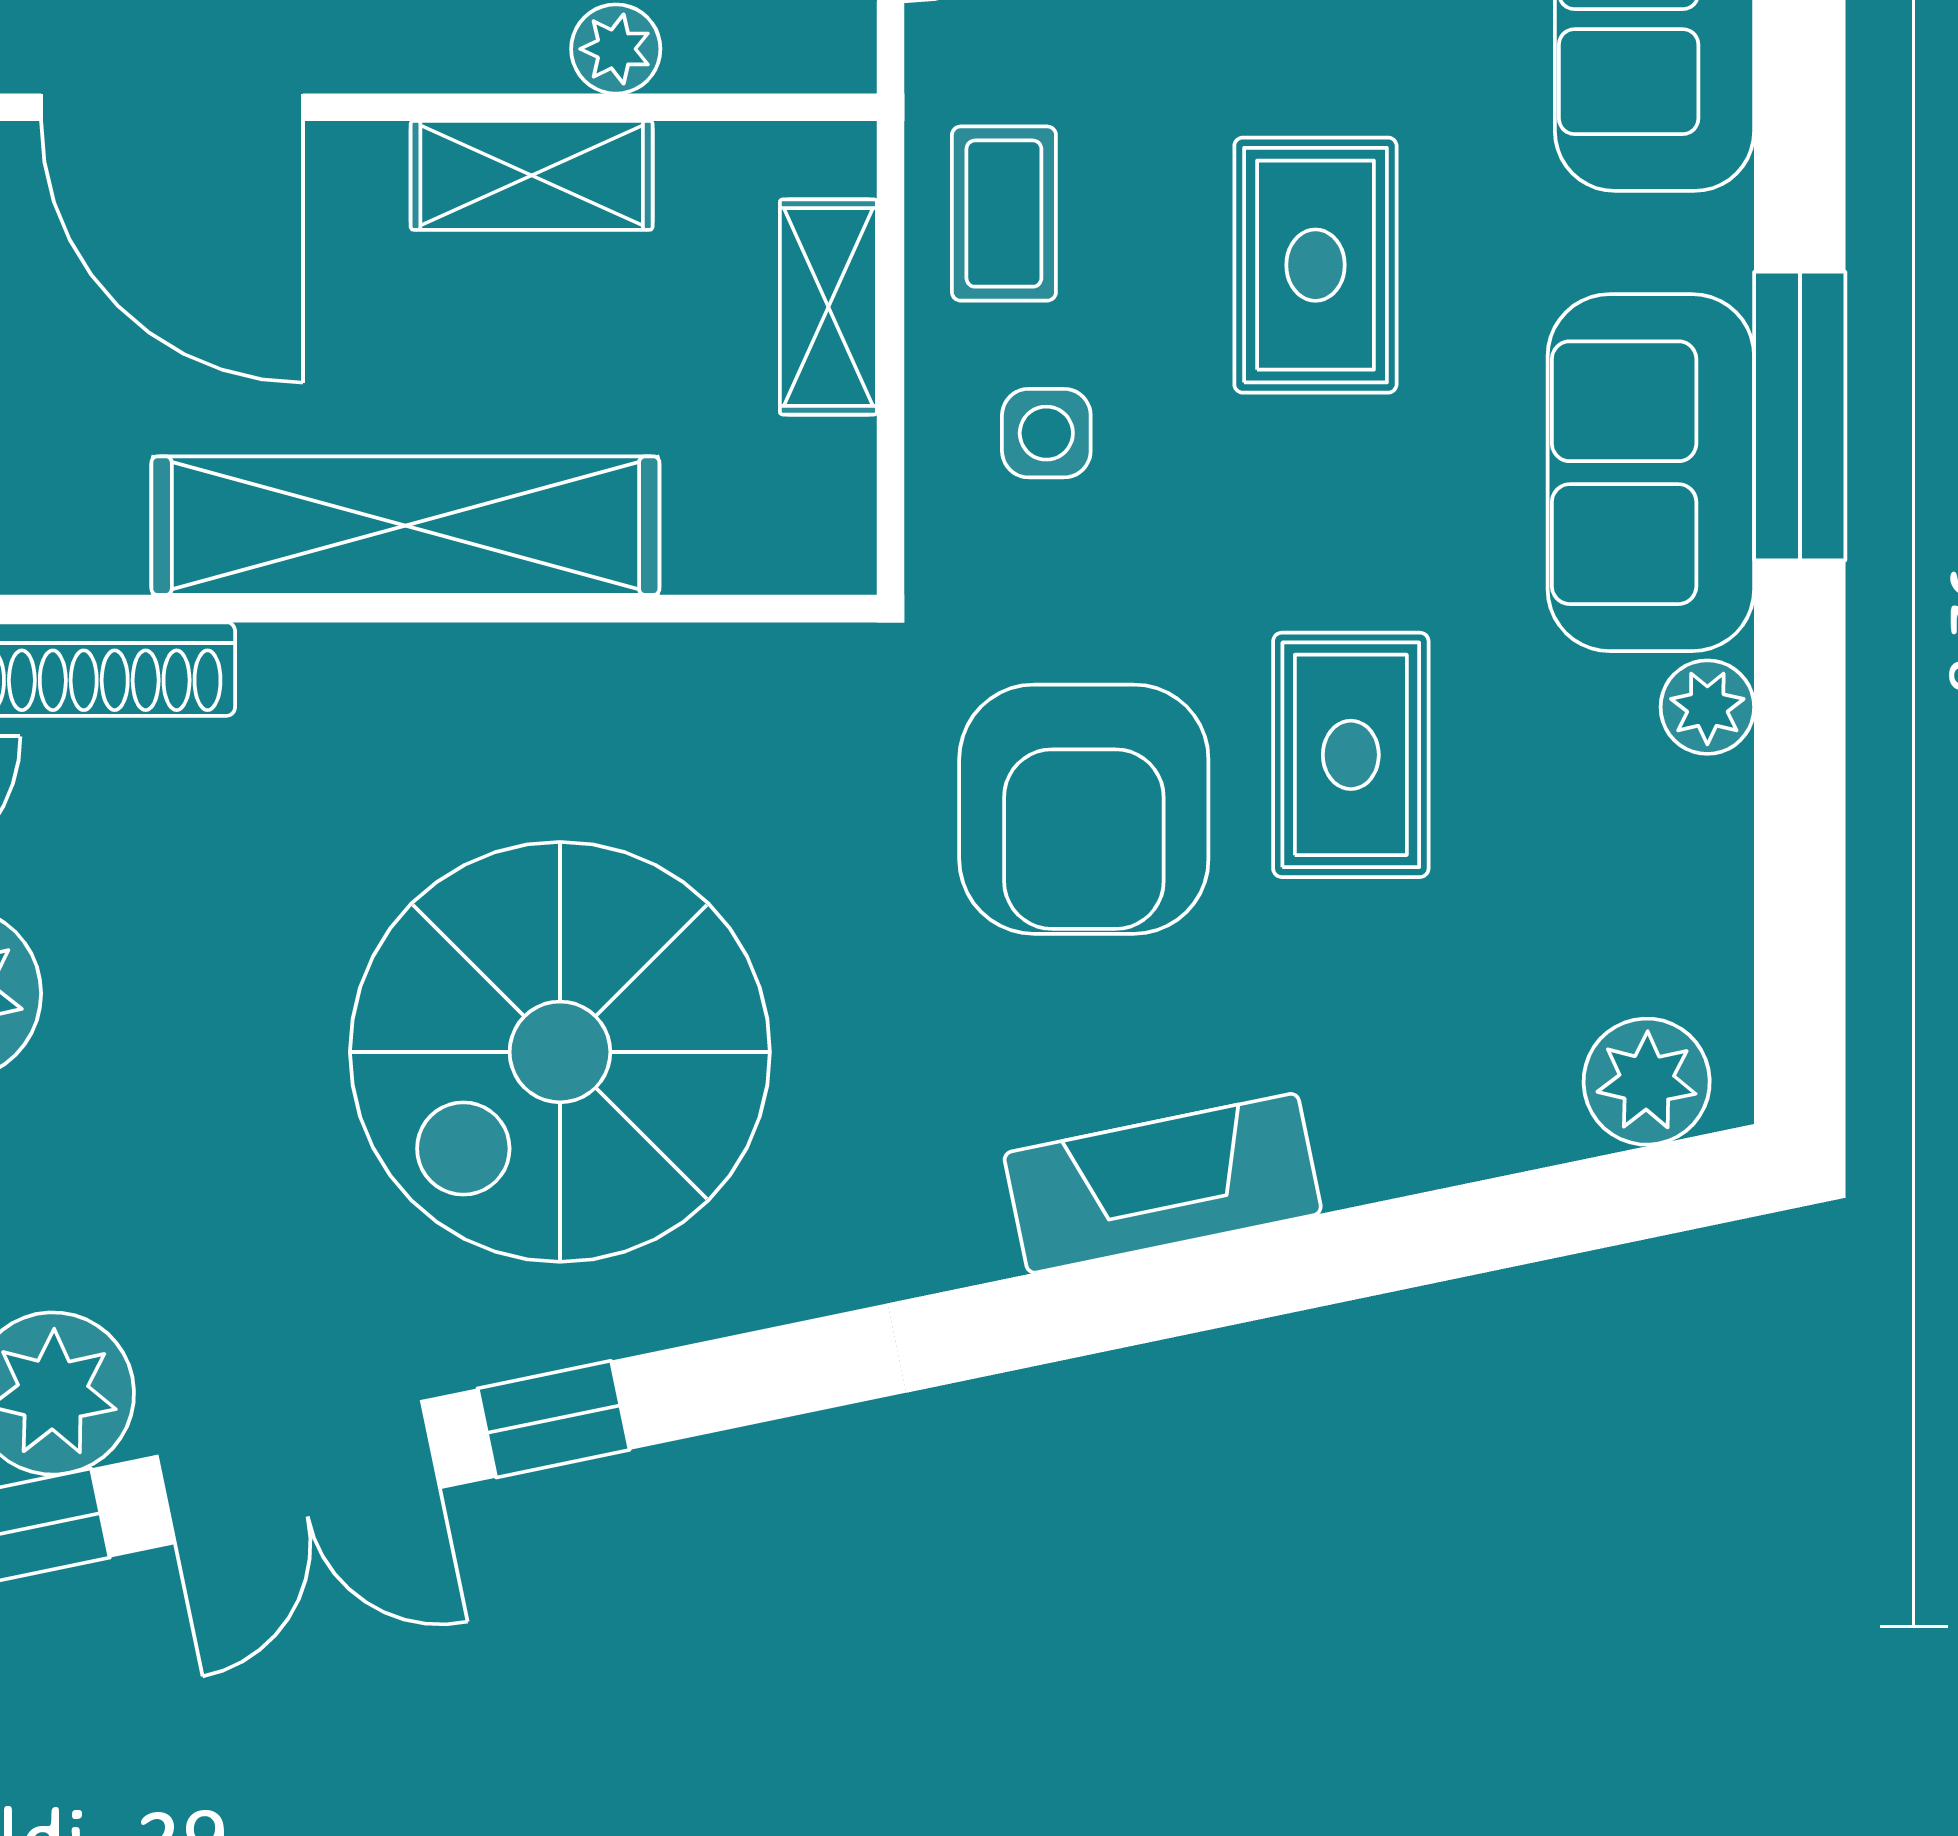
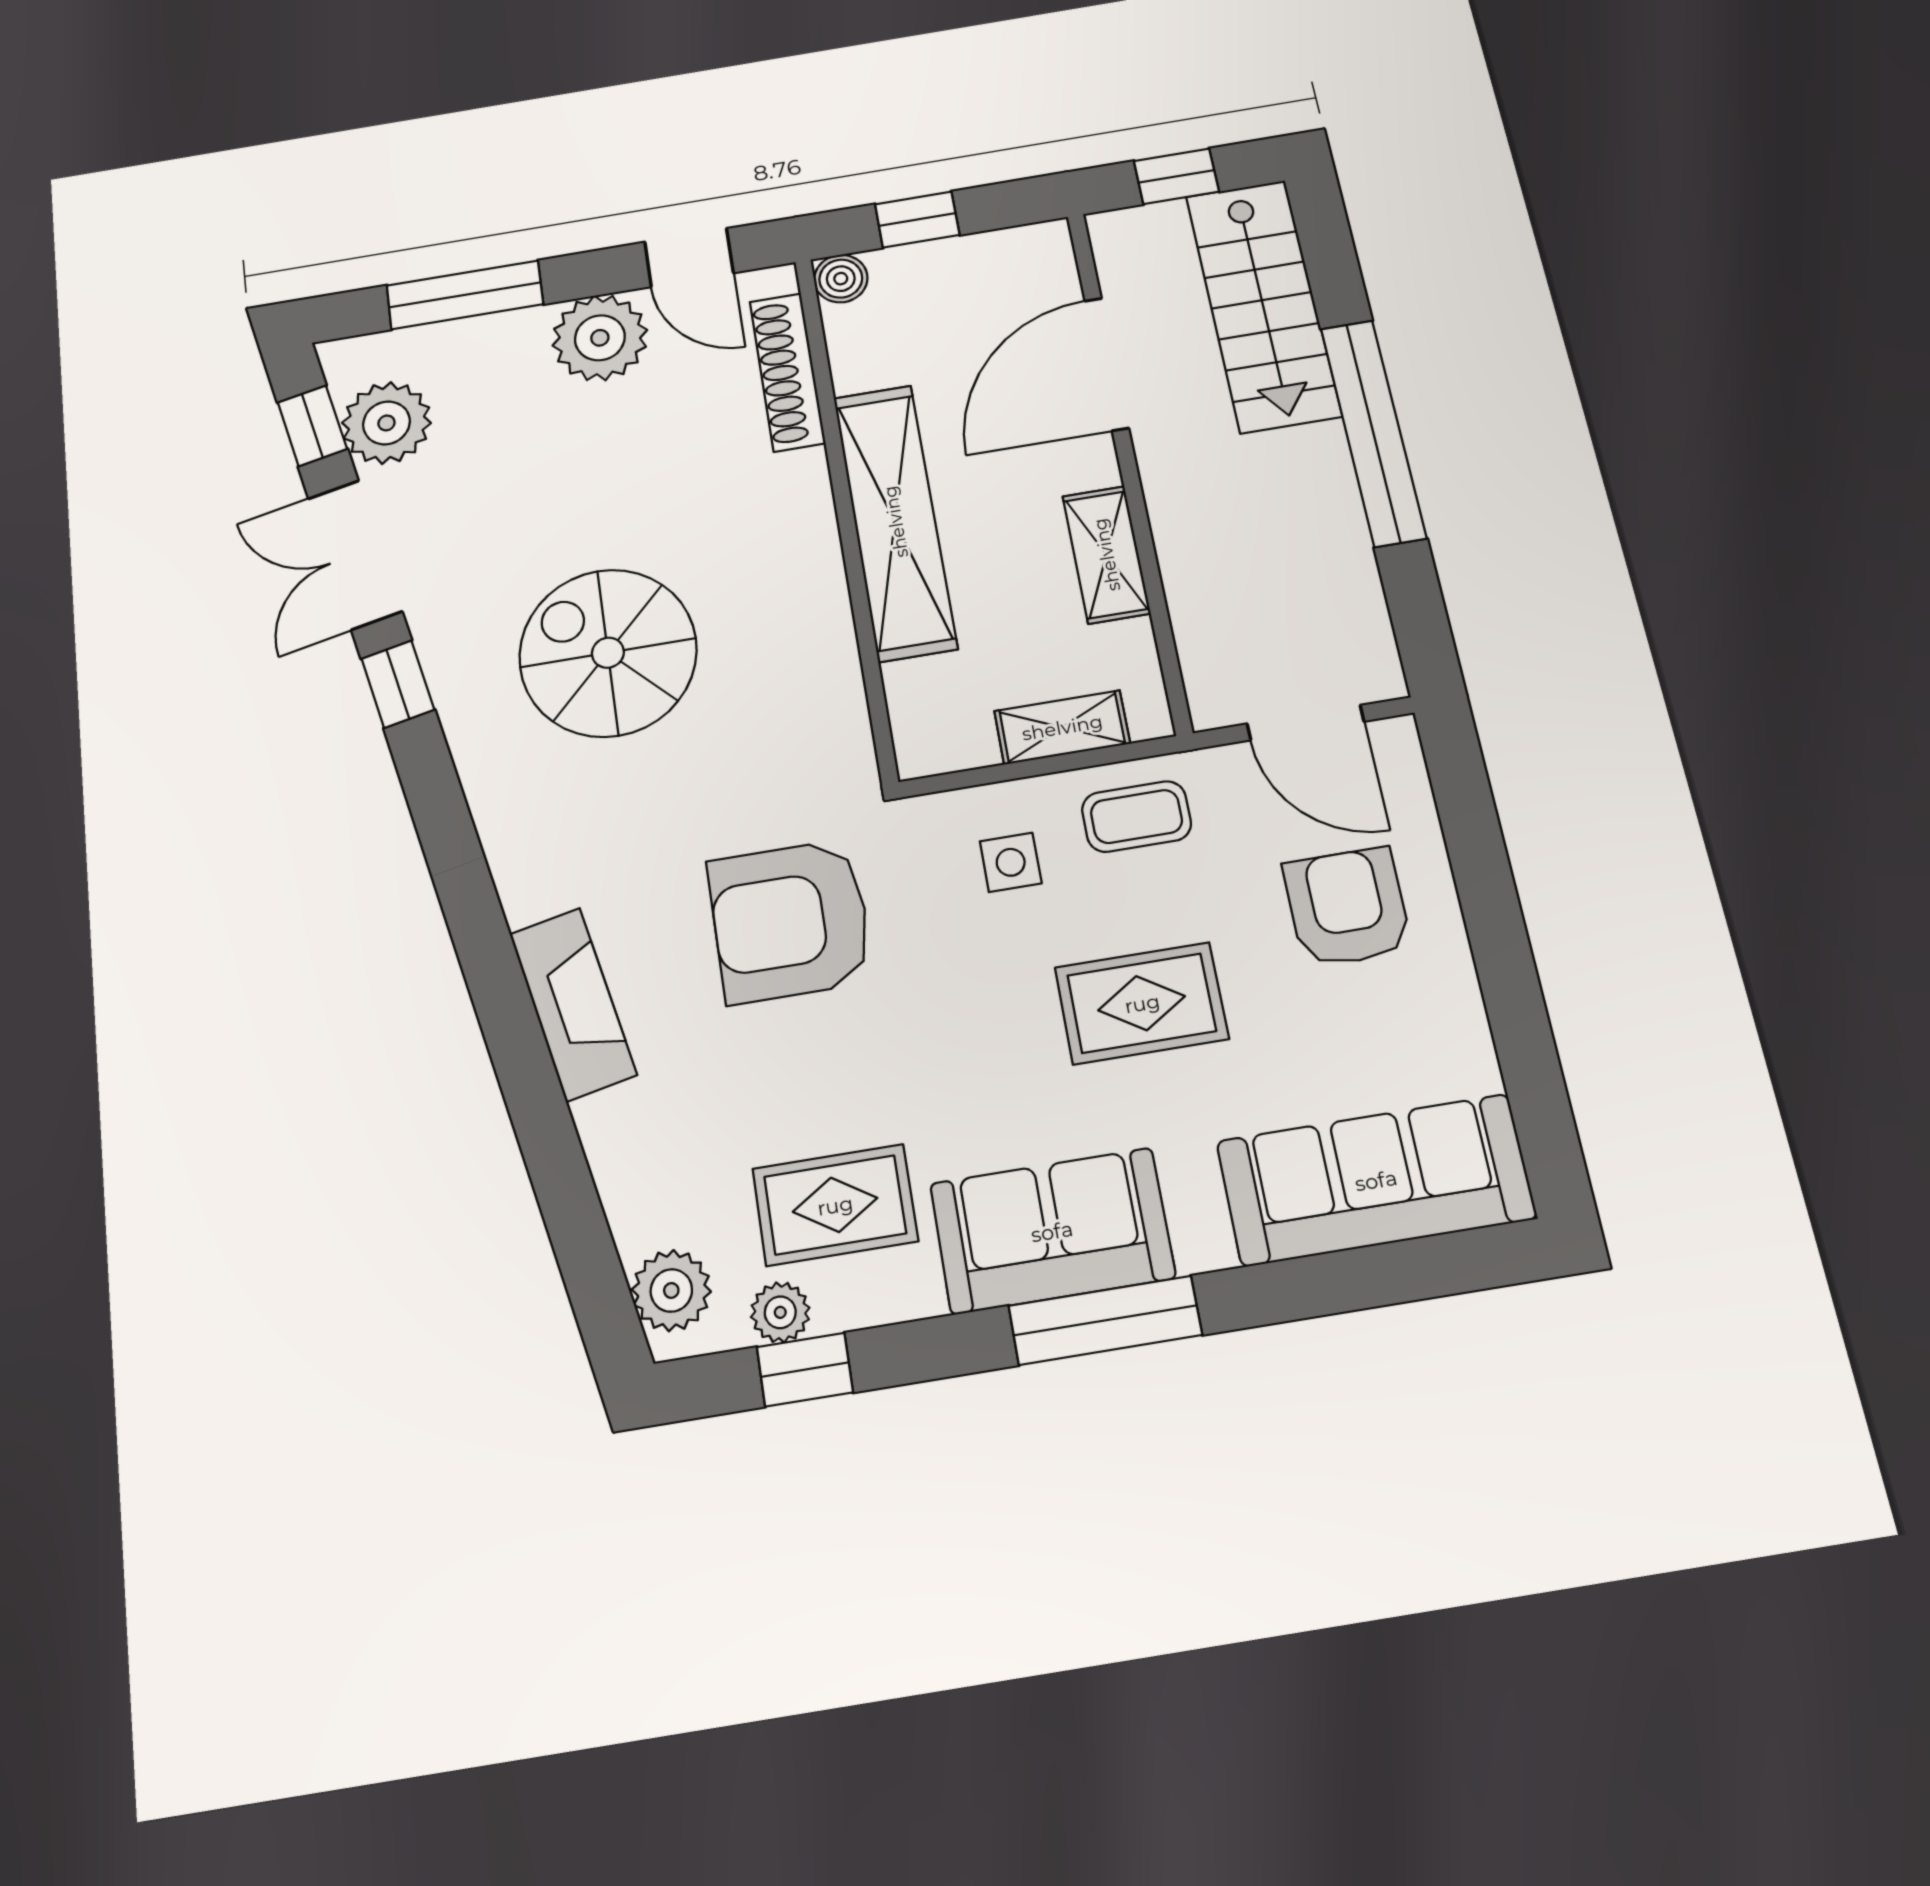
plant: (616, 49) -> (1188, 587), removed
plant: (1707, 707) -> (780, 1312), moved
rug: (1351, 755) -> (835, 1205), moved
window: (1800, 890) -> (805, 1370), added
spiral stairs: (560, 1052) -> (608, 653), width x0.73, depth x0.73

